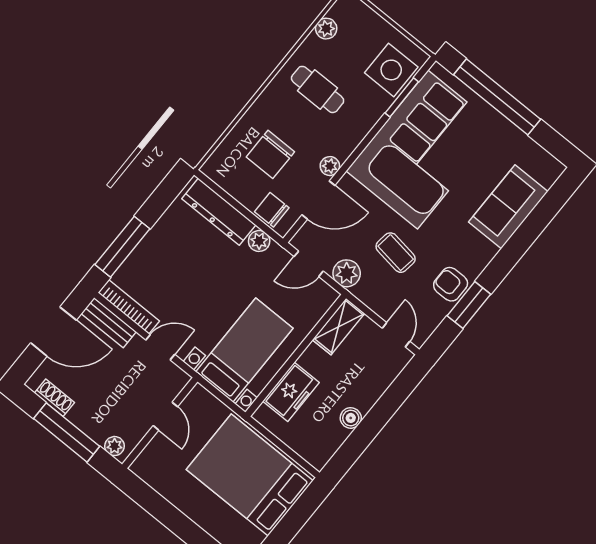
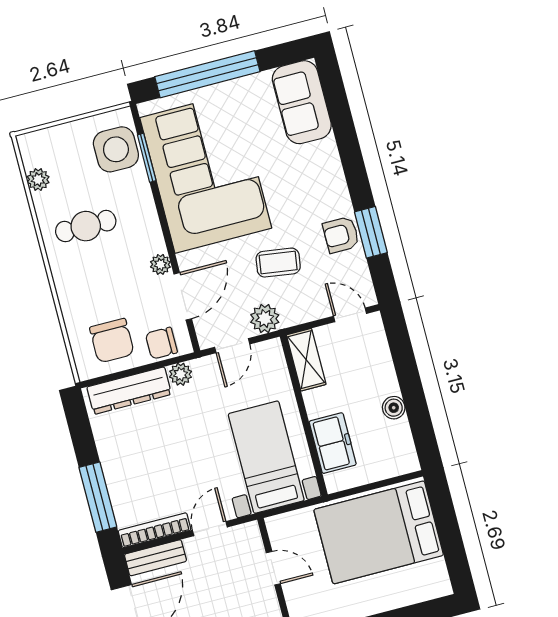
chair: (270, 154) -> (112, 341), moved
sofa: (508, 207) -> (302, 102), moved

